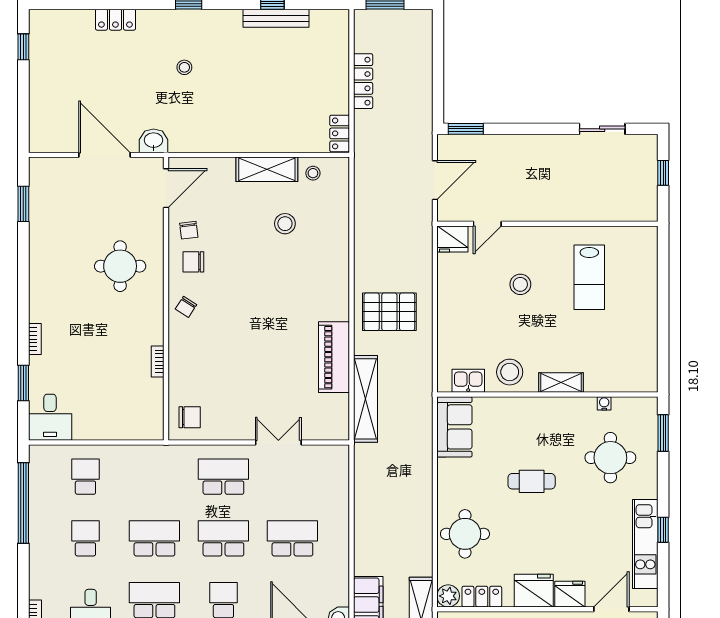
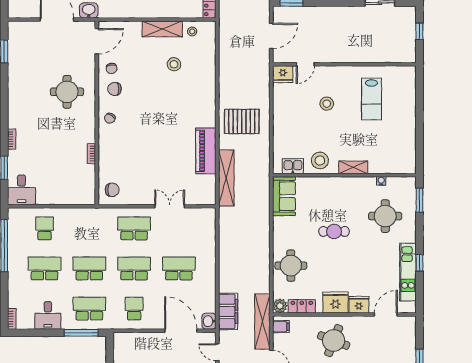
school desk: (85, 538) -> (45, 268), width x1.85

